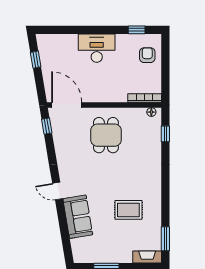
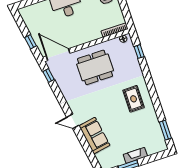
window: (36, 60) -> (31, 42), moved
dining table: (106, 135) -> (95, 67), width x1.38
rug: (128, 210) -> (134, 99), moved, turned 90
fireplace: (147, 257) -> (135, 155), moved

